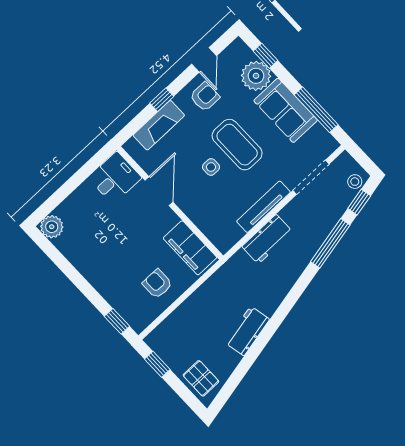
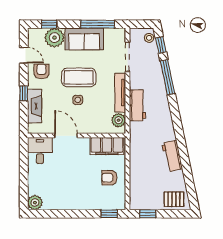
plant: (231, 234) -> (119, 120), added

